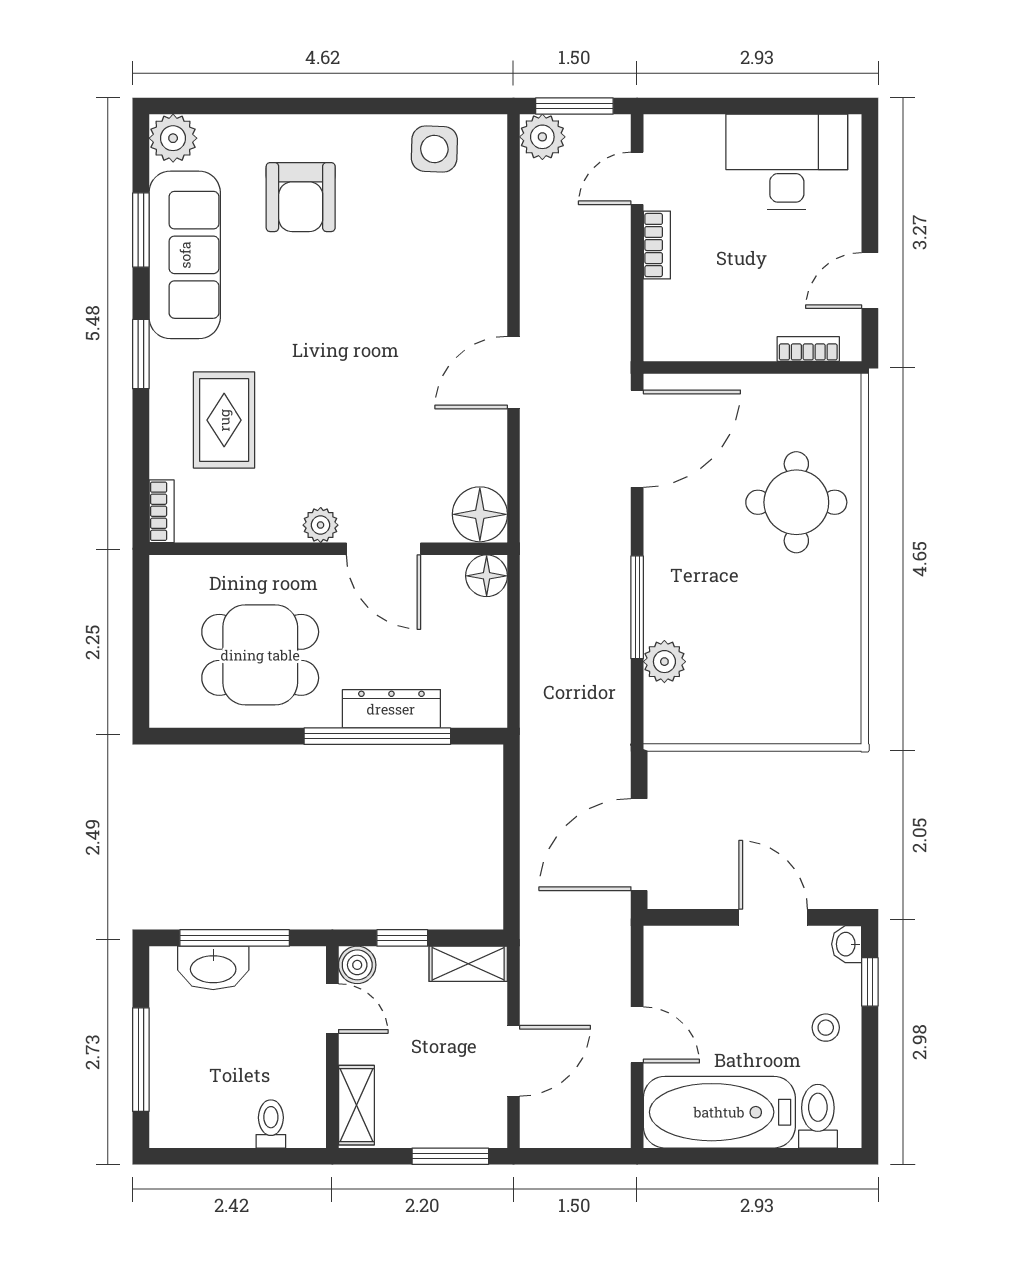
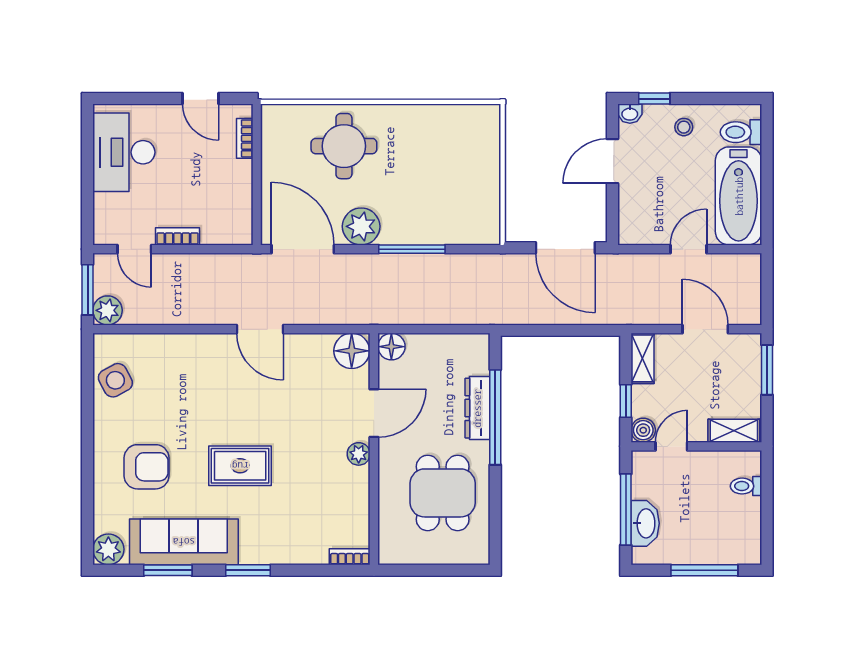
side table: (434, 149) -> (115, 380), turned -30
rug: (224, 420) -> (240, 466), moved
plant: (664, 662) -> (361, 226), moved, width x1.36, depth x1.36

